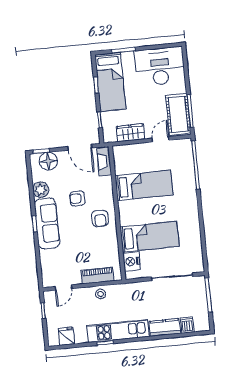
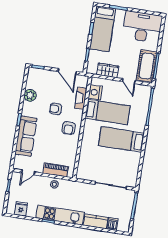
door: (161, 139) -> (129, 81), swing flipped
floor lamp: (48, 161) -> (41, 76), removed
fireplace: (104, 161) -> (81, 98), moved
sofa: (47, 223) -> (26, 136), moved
bed: (149, 237) -> (121, 139), moved, turned 180
nightstand: (132, 261) -> (95, 92), moved

